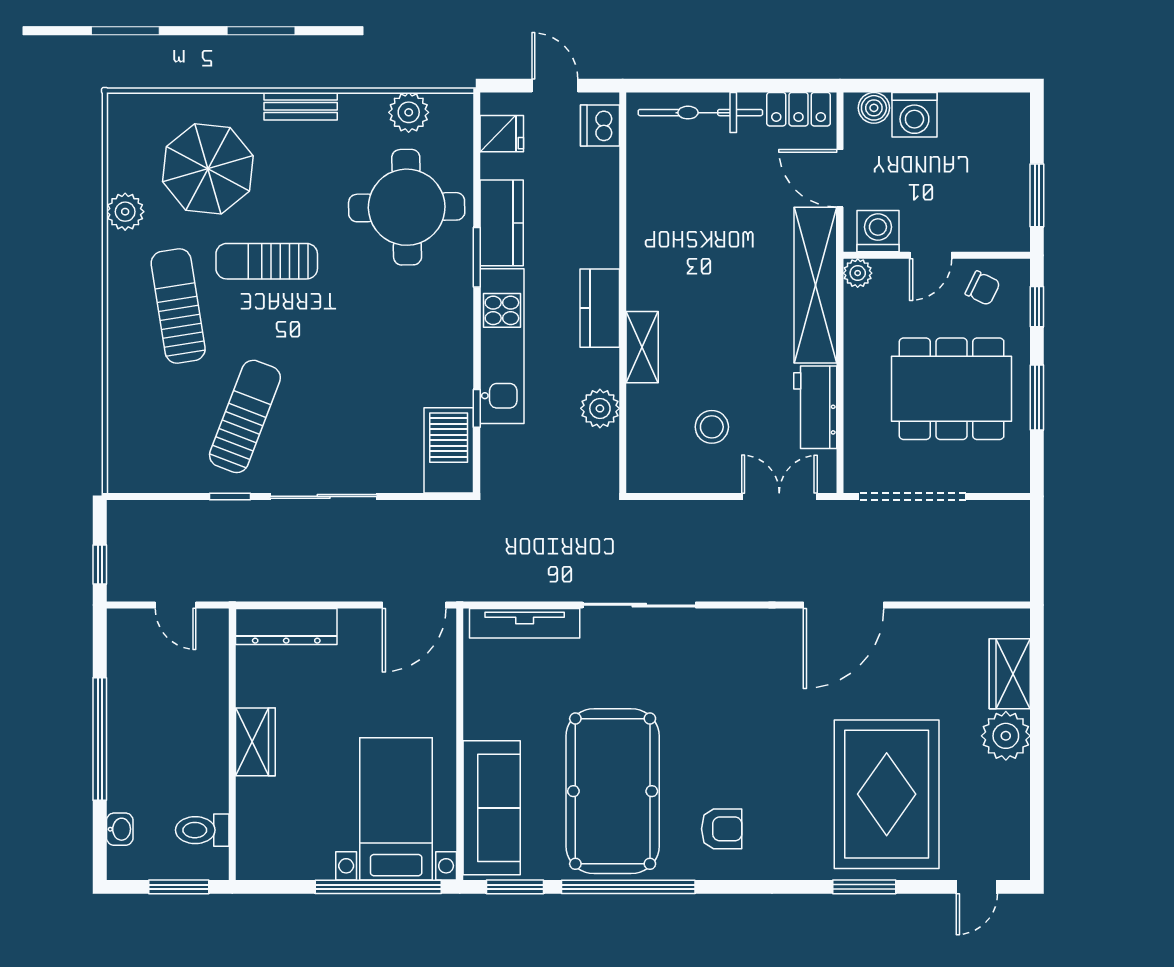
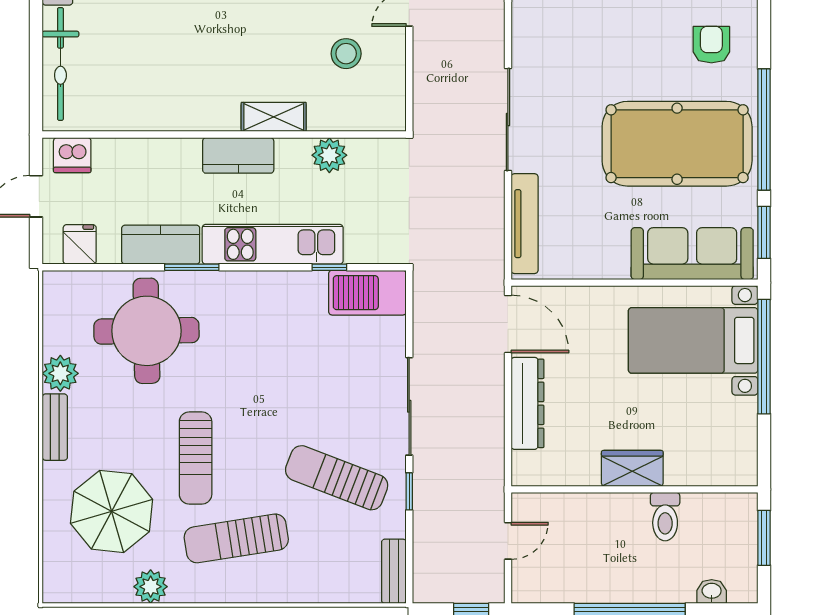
plant: (409, 112) -> (60, 373), moved
bench: (142, 479) -> (394, 571), added
dresser: (286, 627) -> (527, 403), moved
toilet: (202, 830) -> (665, 517), moved

